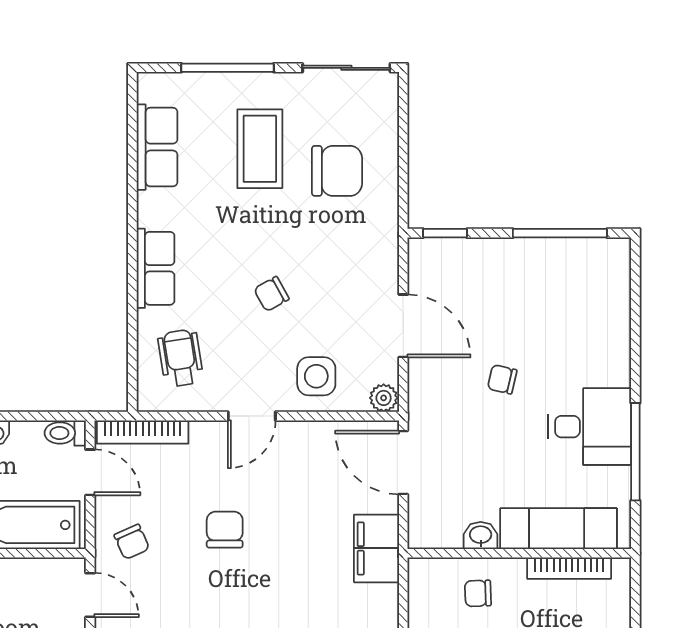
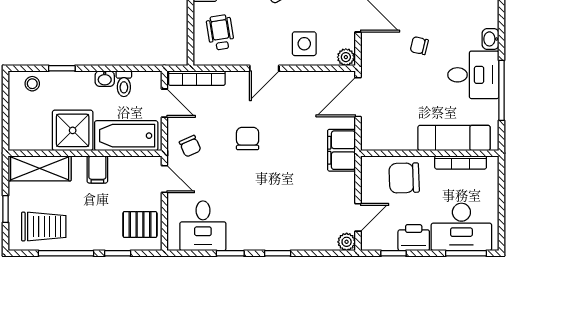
toilet: (65, 433) -> (124, 84), moved, turned -90
door: (403, 462) -> (358, 97), hinge flipped
washbasin: (481, 535) -> (491, 39), moved, turned -90
chair: (478, 593) -> (404, 178), width x1.87, depth x1.87

